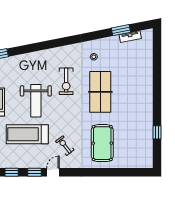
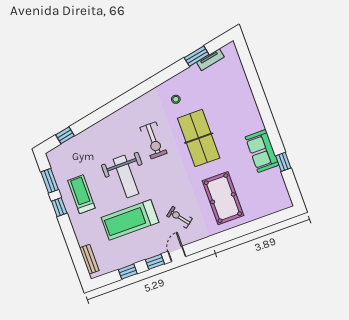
sofa: (144, 119) -> (262, 151), added

